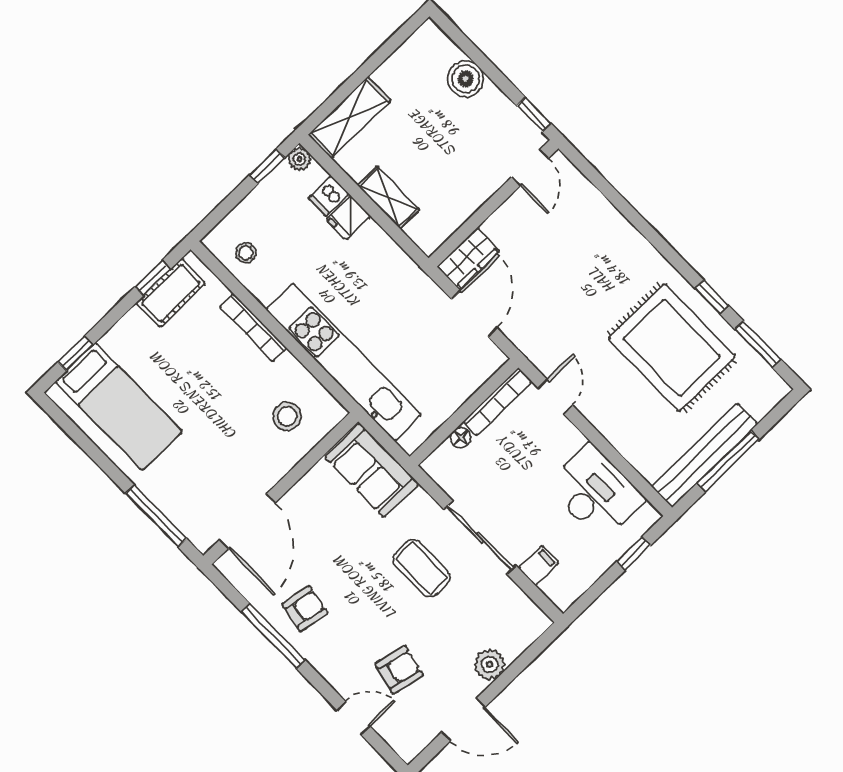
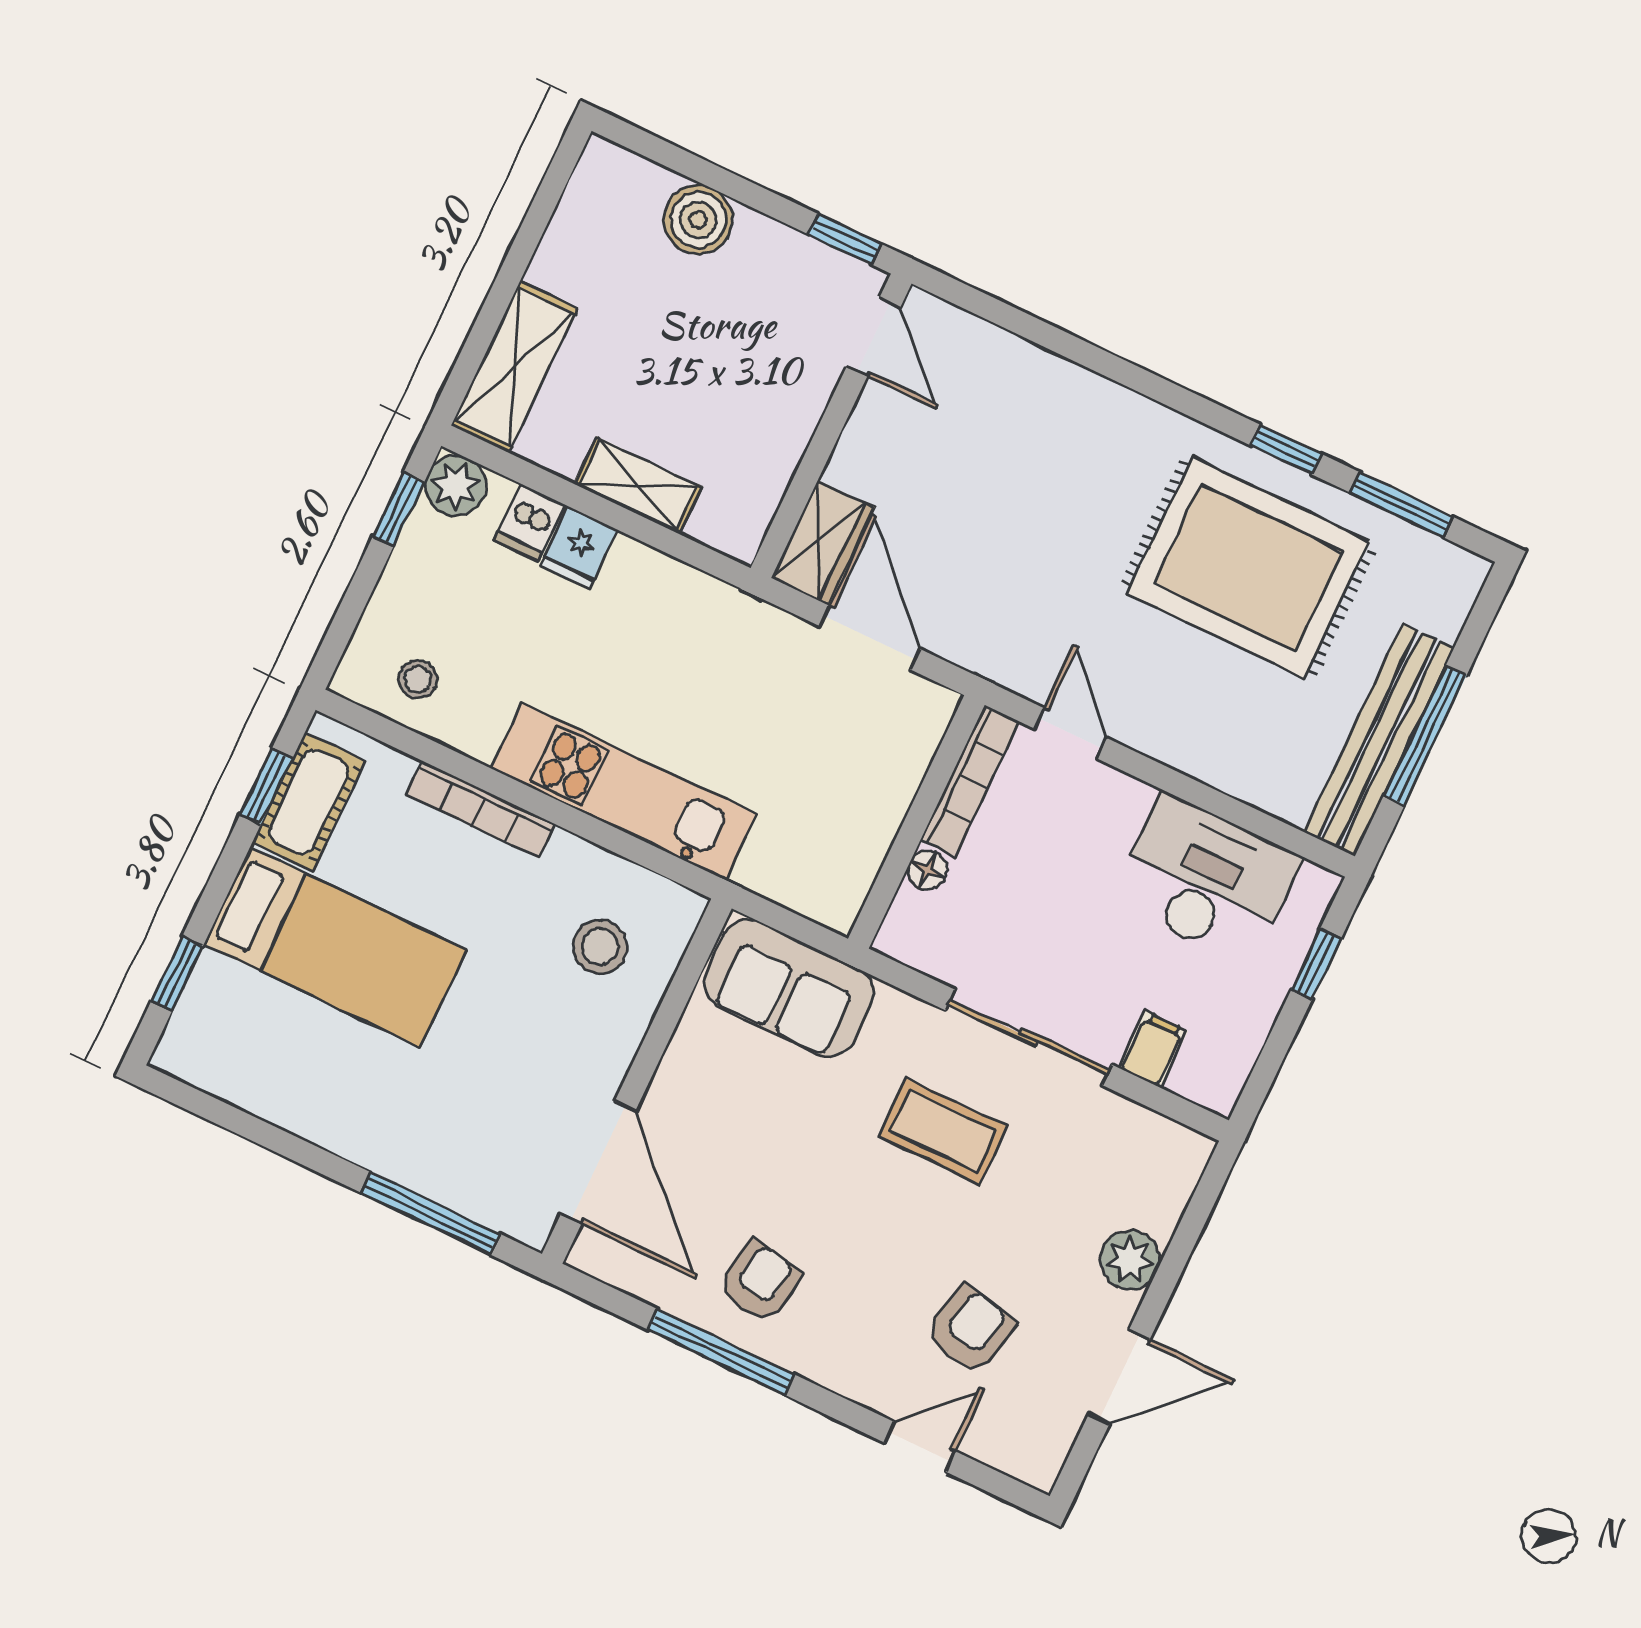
plant: (299, 159) -> (456, 486), width x1.38, depth x1.38
kitchen unit: (344, 362) -> (624, 791), width x0.73
bed: (119, 406) -> (335, 947), moved

